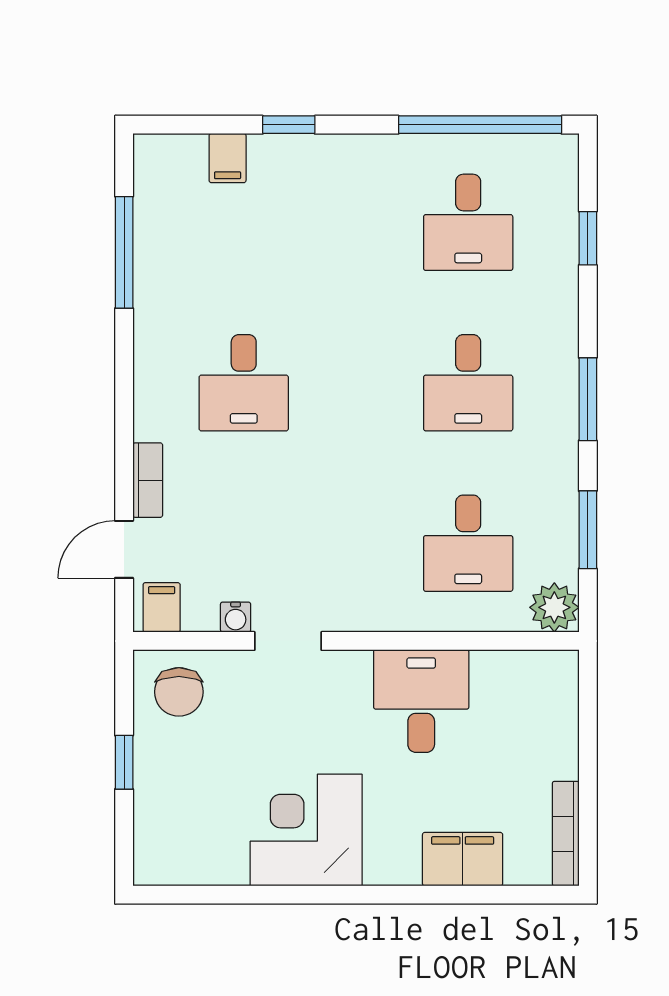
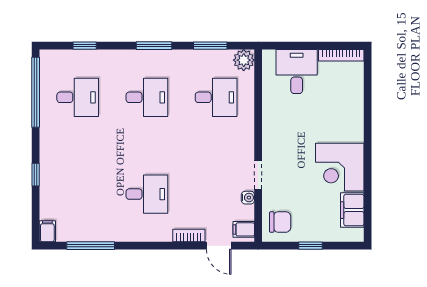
filing cabinet: (228, 158) -> (47, 231), moved, turned -90
desk: (421, 701) -> (297, 72), moved, turned 90
filing cabinet: (463, 859) -> (352, 210), moved

